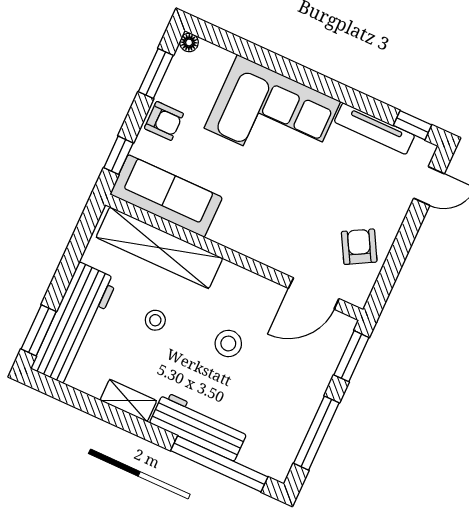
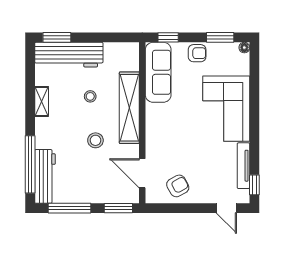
armchair: (164, 121) -> (197, 53), turned -90
shelving: (159, 248) -> (129, 108), moved
workbench: (199, 426) -> (45, 176), moved

